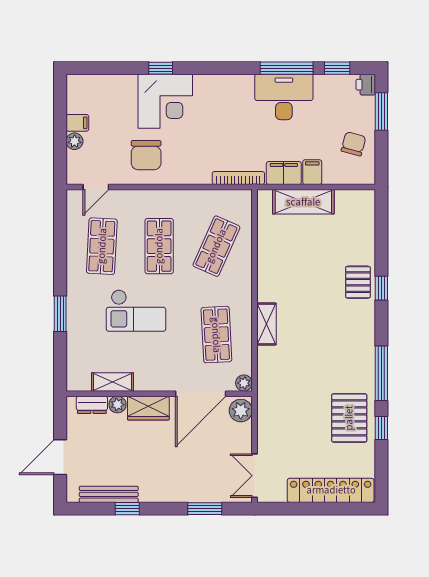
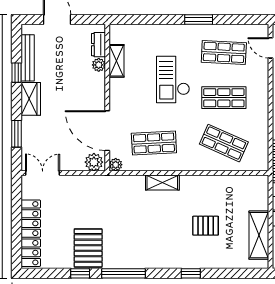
shelving: (303, 202) -> (259, 235), moved
pallet: (358, 282) -> (206, 226), moved
window: (60, 314) -> (199, 20), moved
wardrobe: (148, 408) -> (31, 99), moved, turned 180
pallet: (349, 418) -> (88, 248), turned 90

